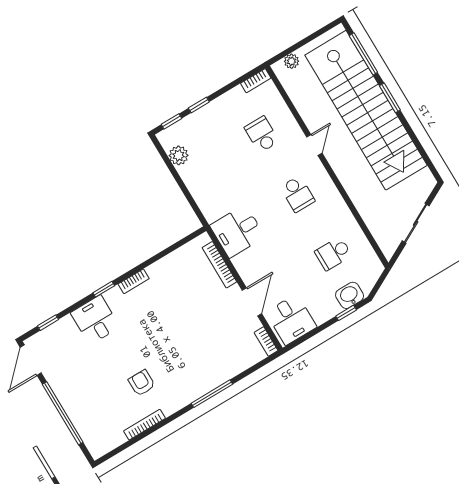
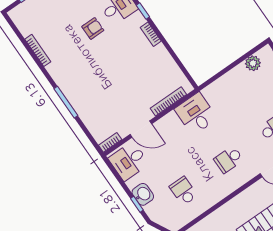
washbasin: (350, 295) -> (143, 194), moved
armchair: (142, 383) -> (93, 28), moved

